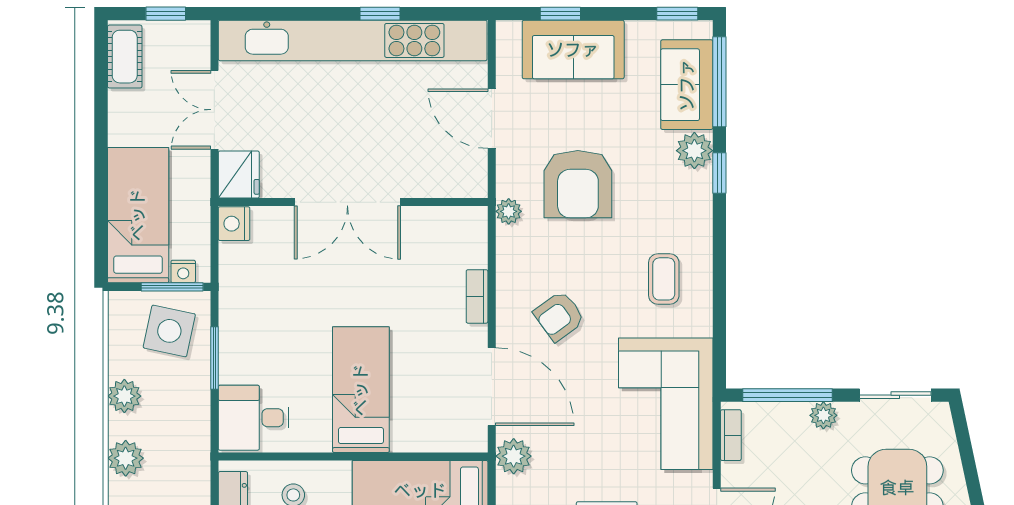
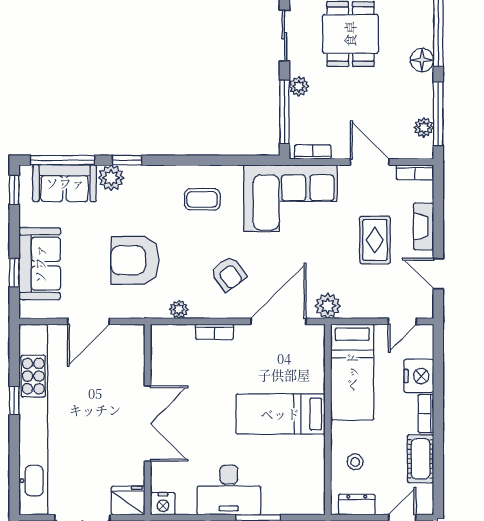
armchair: (578, 184) -> (135, 260), turned 180
plant: (509, 211) -> (179, 309), moved
desk: (254, 418) -> (229, 490), moved, width x1.37

